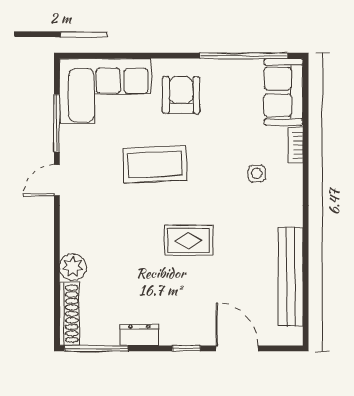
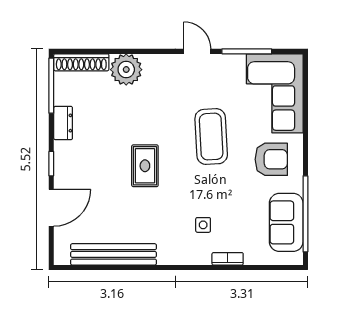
sofa: (284, 92) -> (286, 222), moved, turned -90
plant: (73, 267) -> (126, 70), width x1.36, depth x1.36

